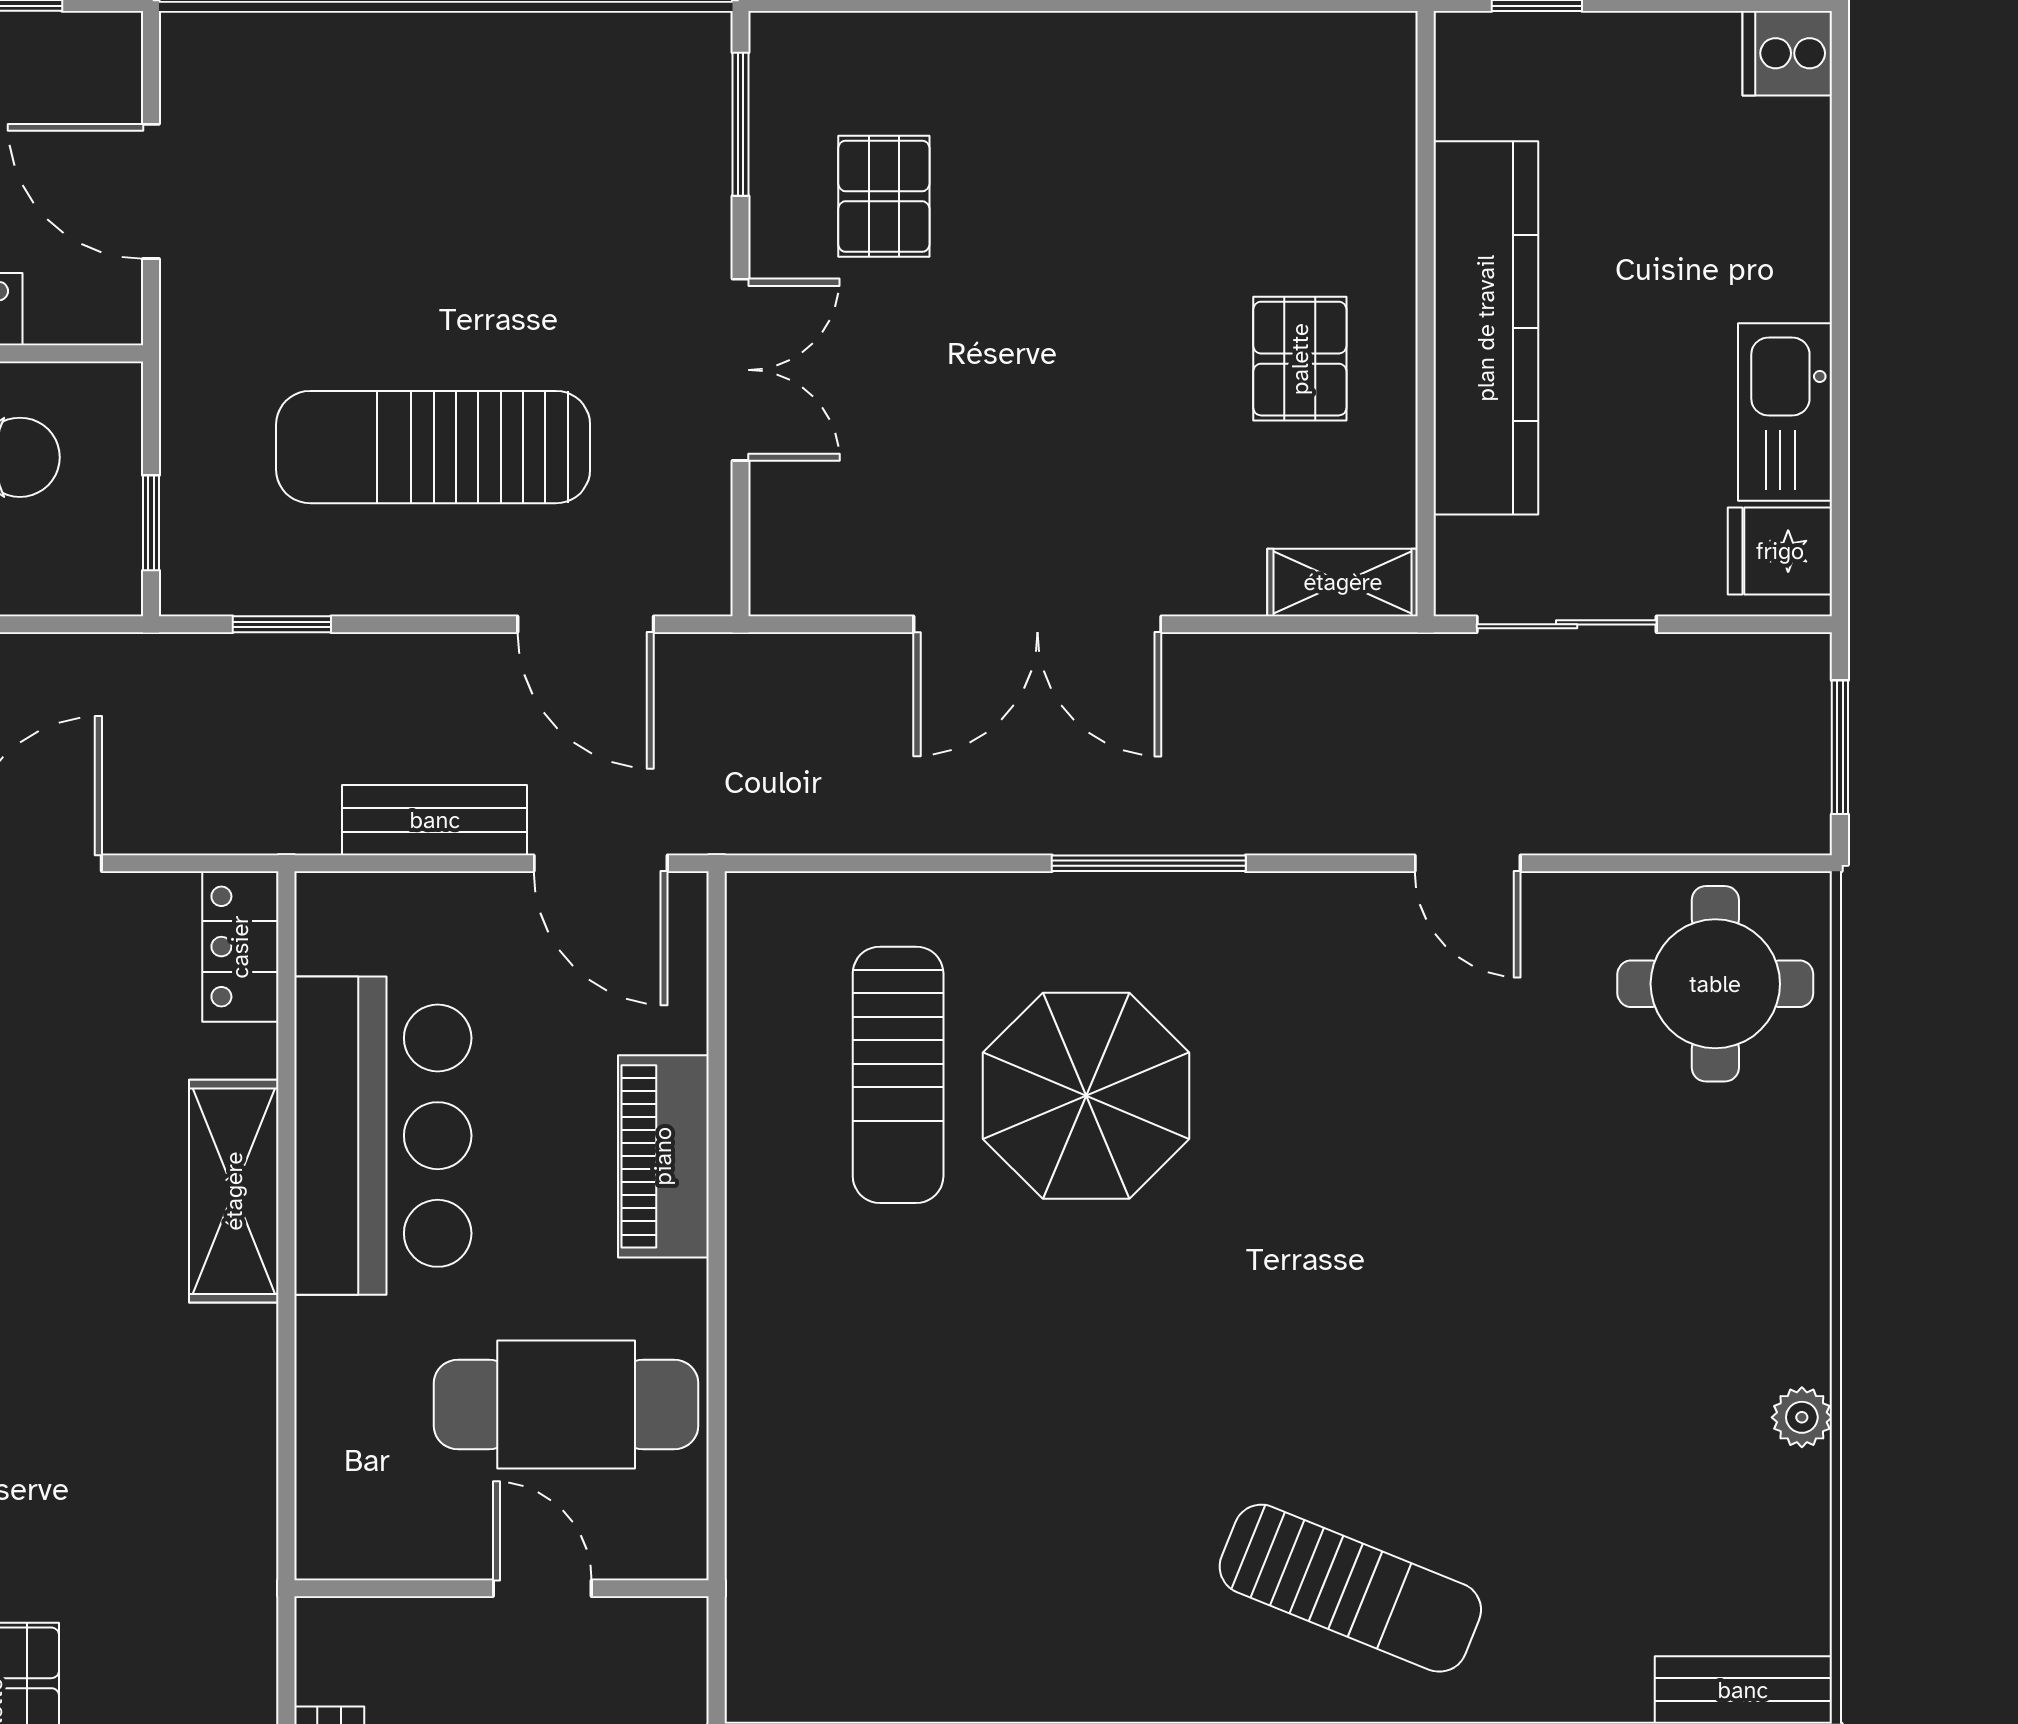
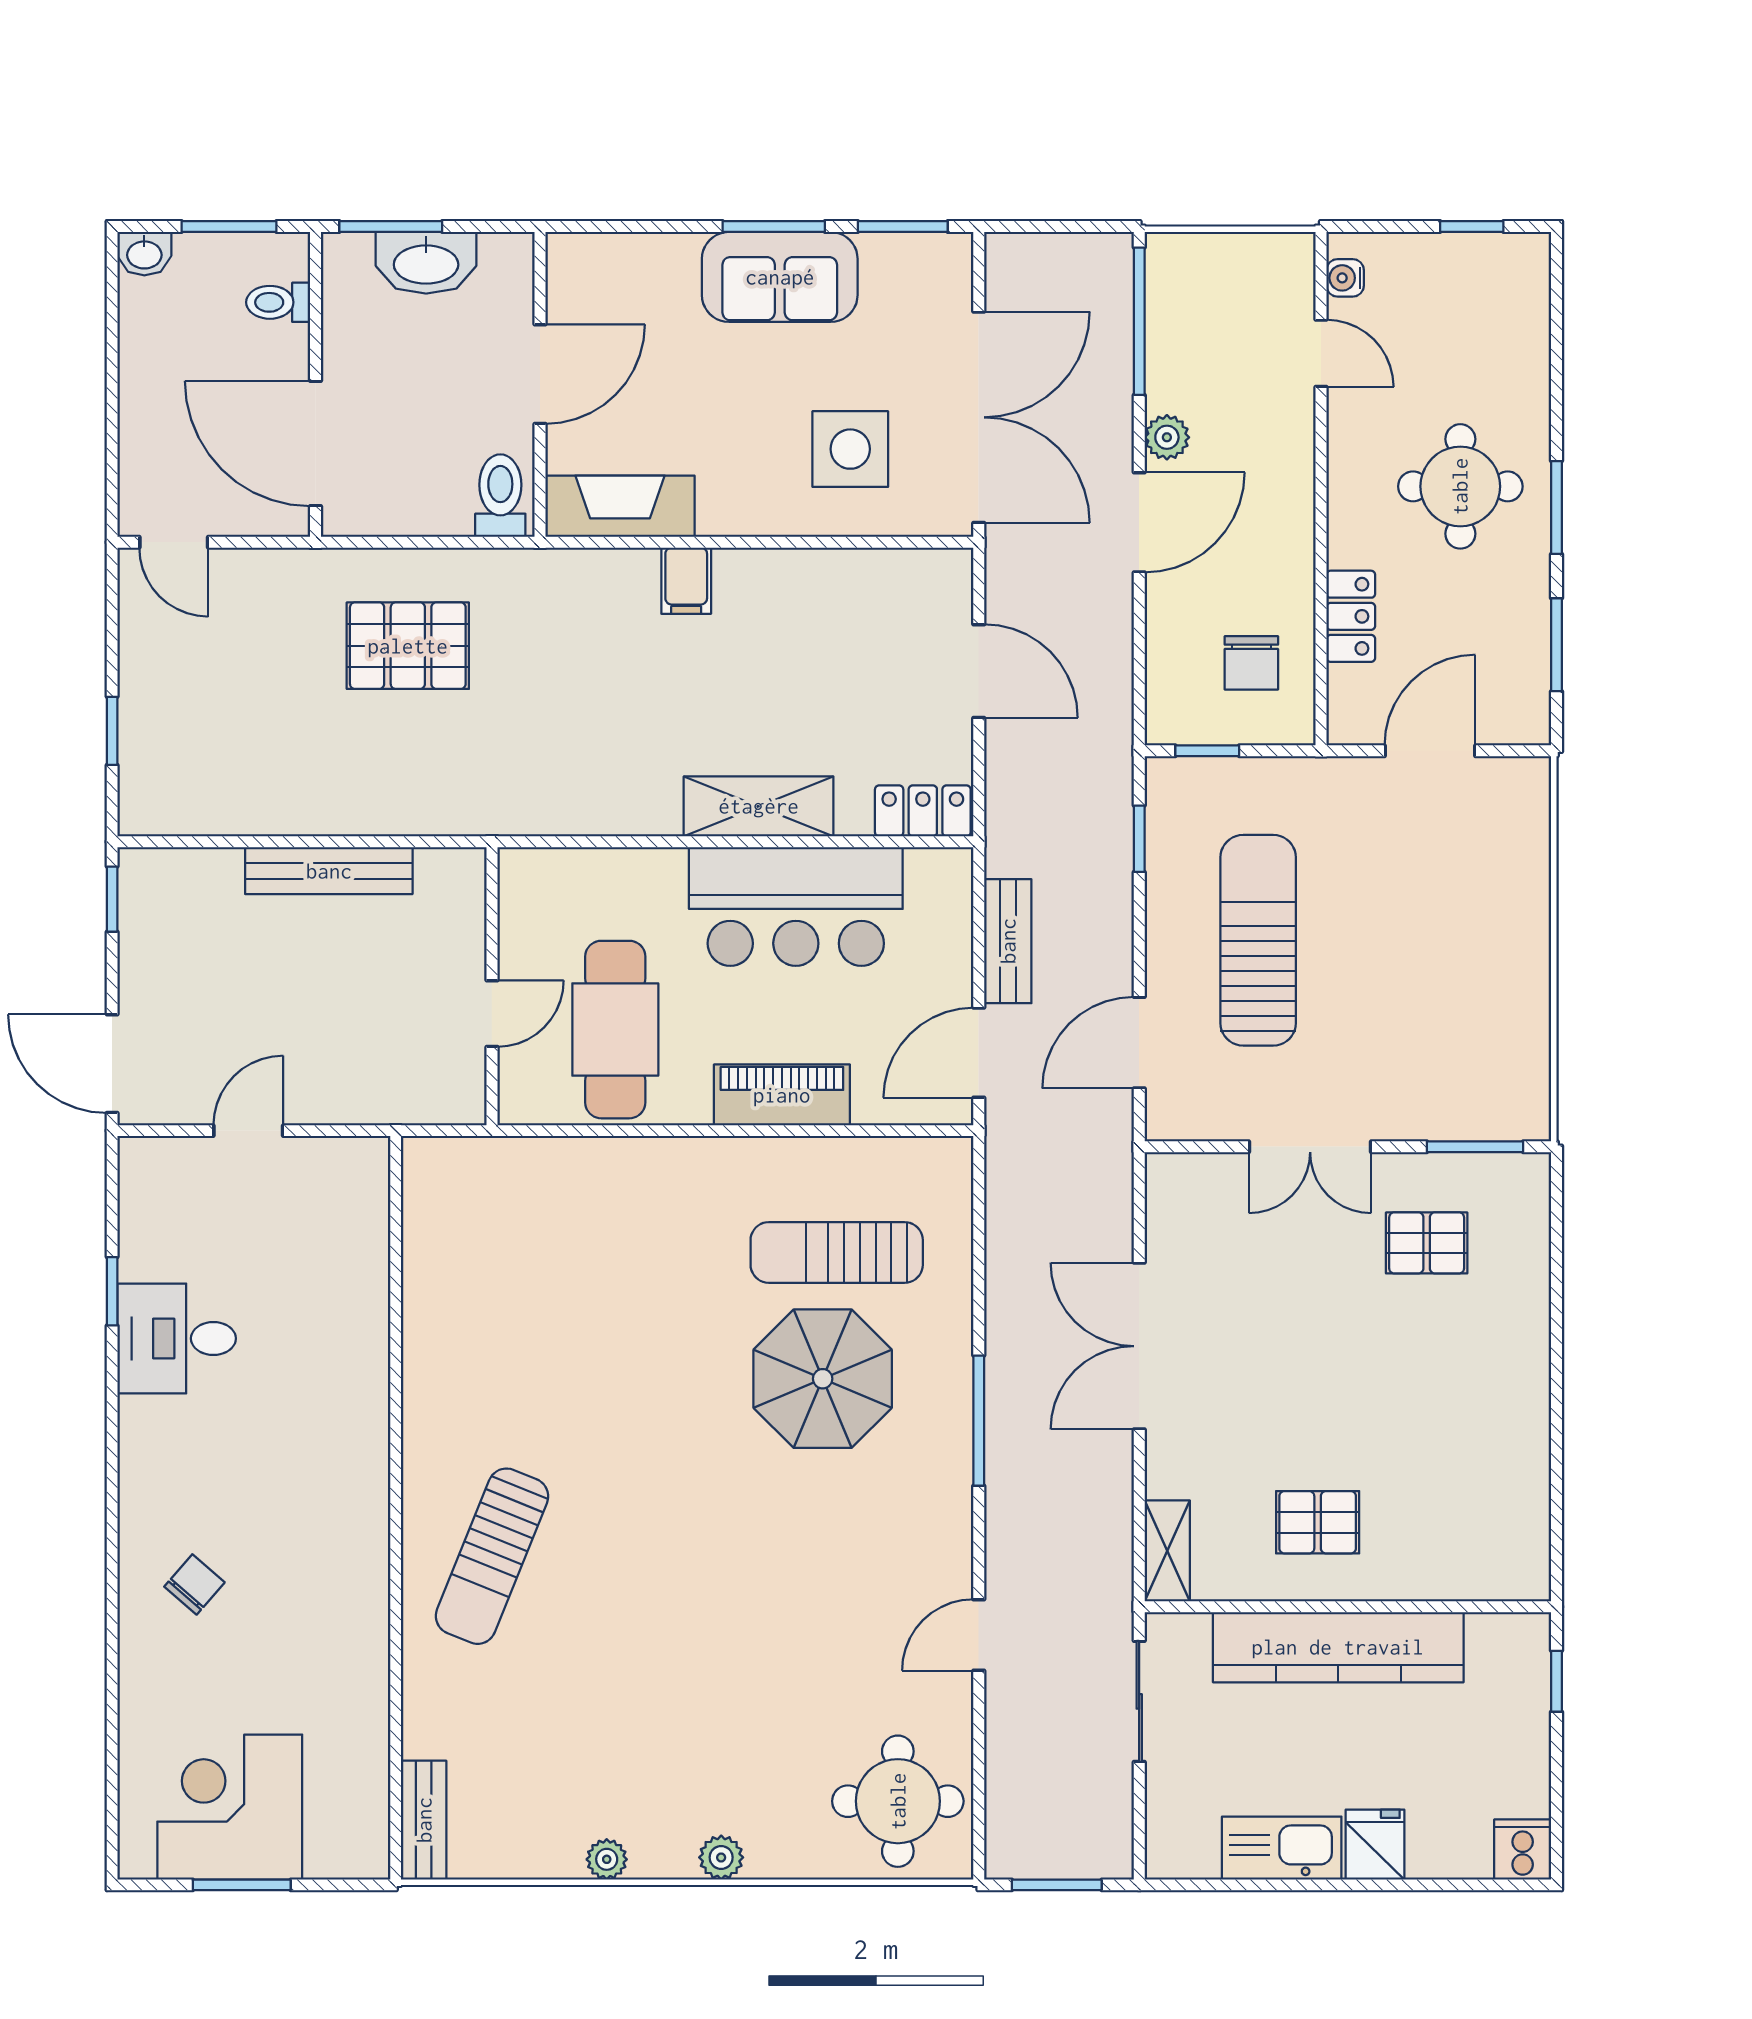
fridge: (1780, 551) -> (1375, 1845), moved
plant: (1799, 1247) -> (721, 1857), added

